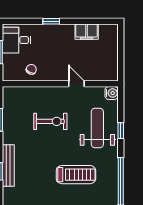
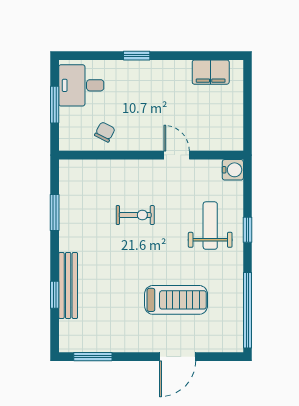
filing cabinet: (87, 32) -> (211, 72), moved
exercise bike: (50, 121) -> (135, 215), width x0.73, depth x0.72
weight bench: (97, 128) -> (210, 226), width x0.73, depth x0.75

